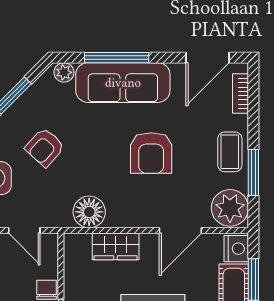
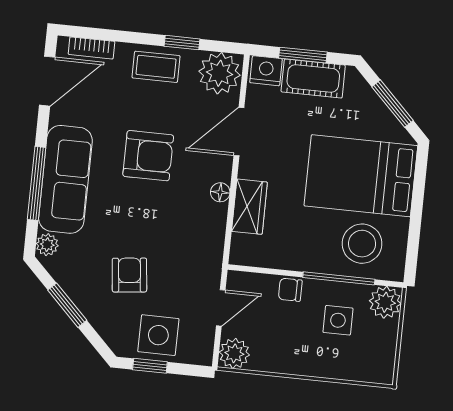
door: (207, 58) -> (47, 81), hinge flipped
armchair: (45, 147) -> (129, 275), turned -138
window: (253, 172) -> (182, 43), width x0.67
floor lamp: (89, 212) -> (220, 192), moved, width x0.53, depth x0.53
door: (180, 230) -> (239, 132), swing flipped

